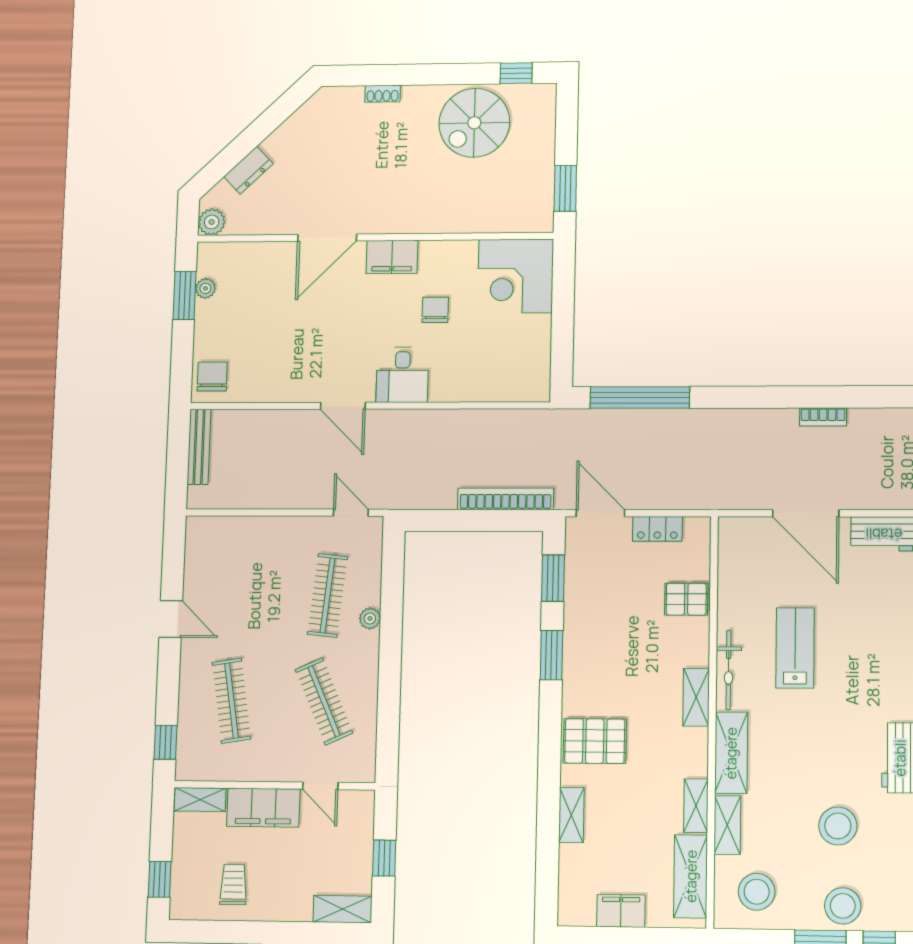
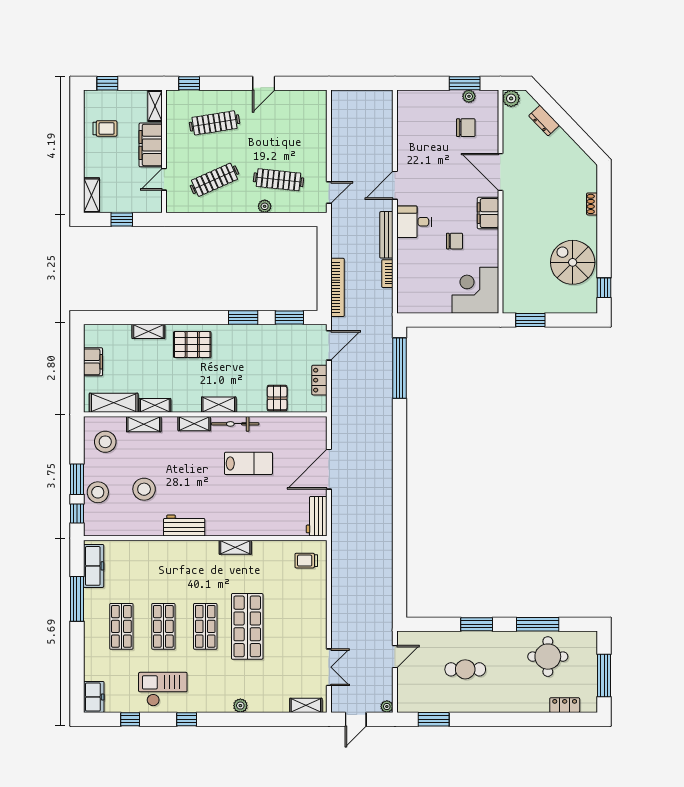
chair: (212, 377) -> (466, 128), moved
bookcase: (823, 417) -> (387, 274), moved
bench: (199, 447) -> (386, 235), moved, turned 90
pallet: (595, 741) -> (192, 345), turned 90
shelving: (731, 753) -> (194, 424), width x0.67, depth x0.75

